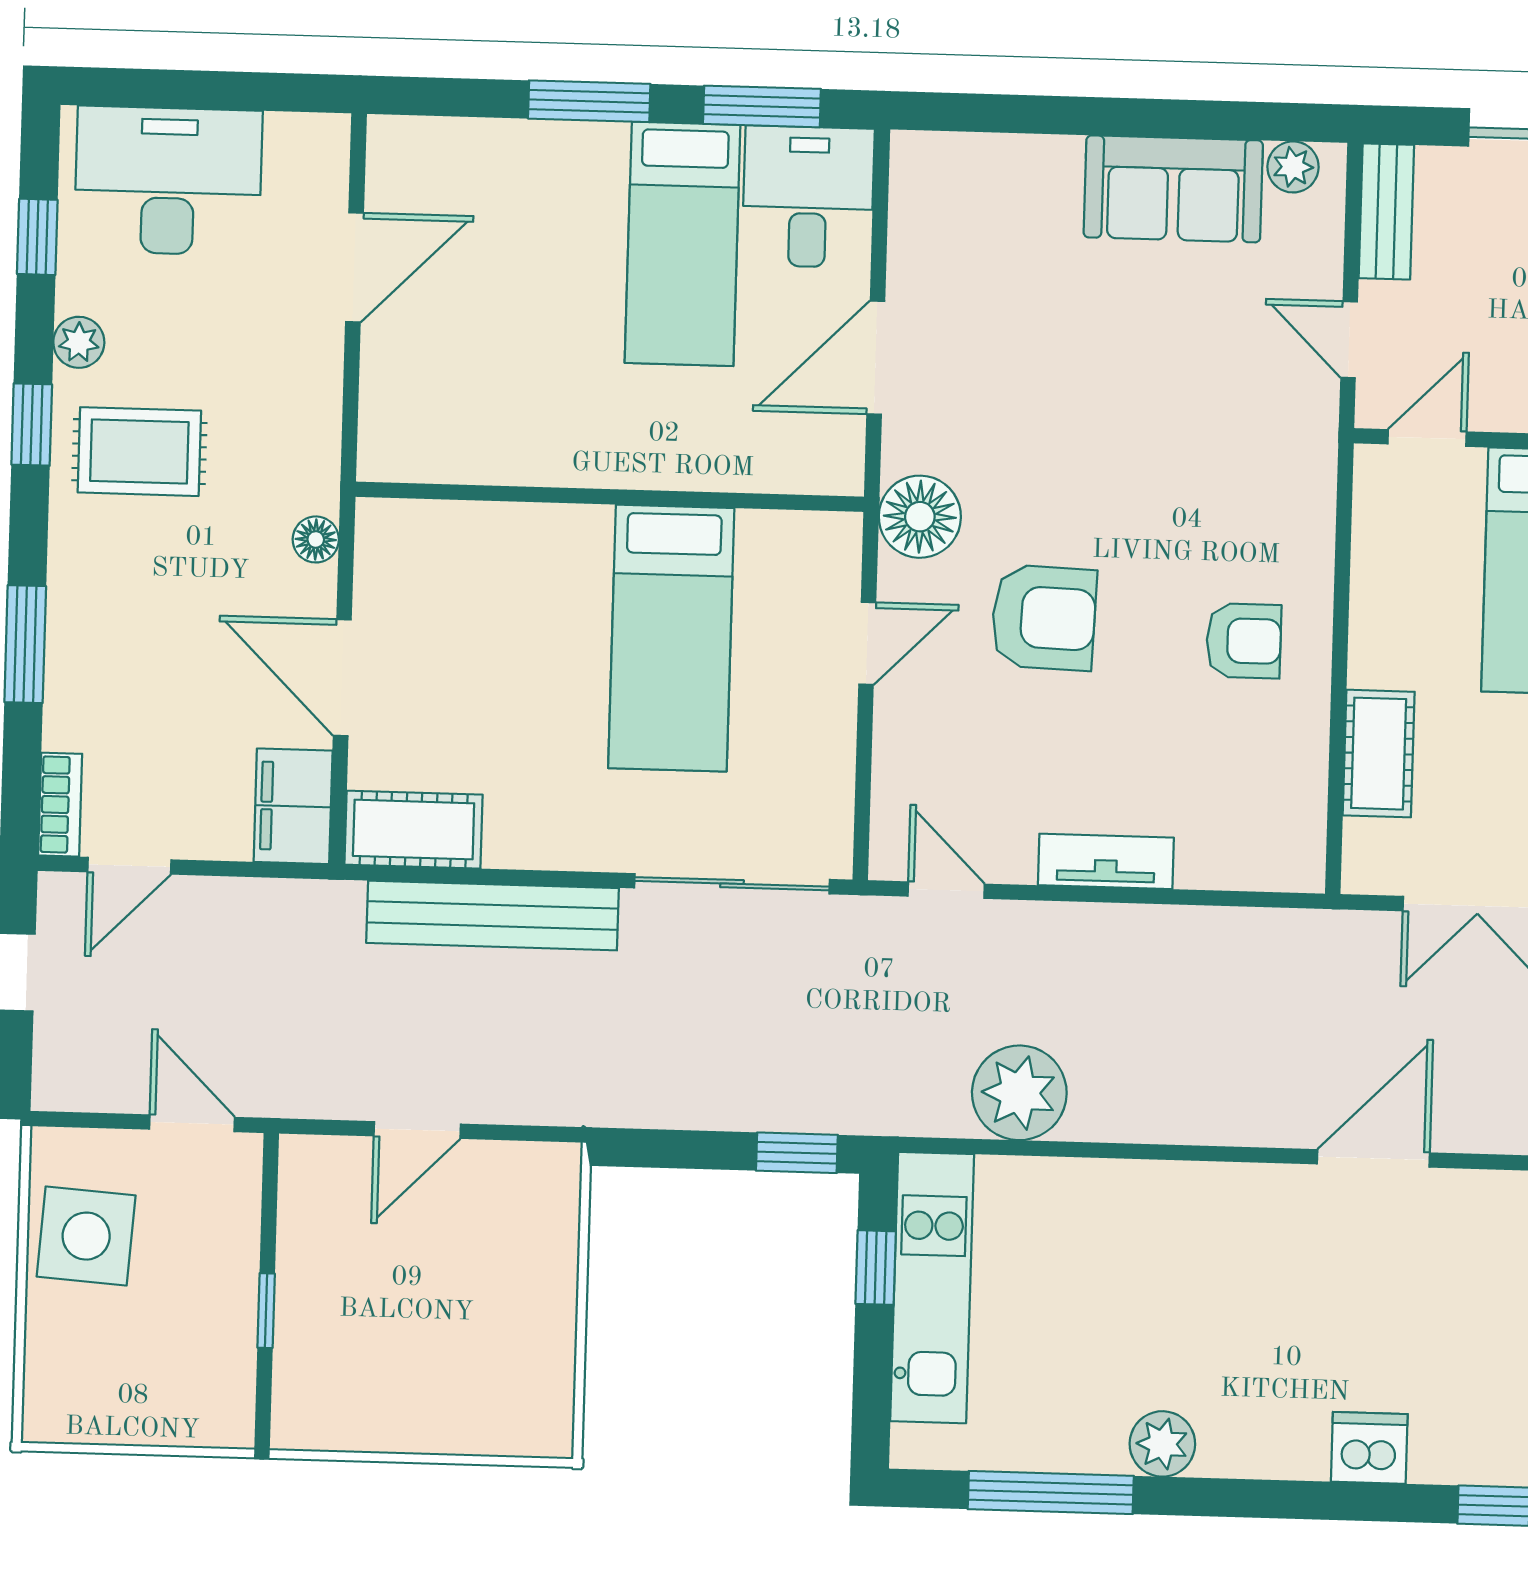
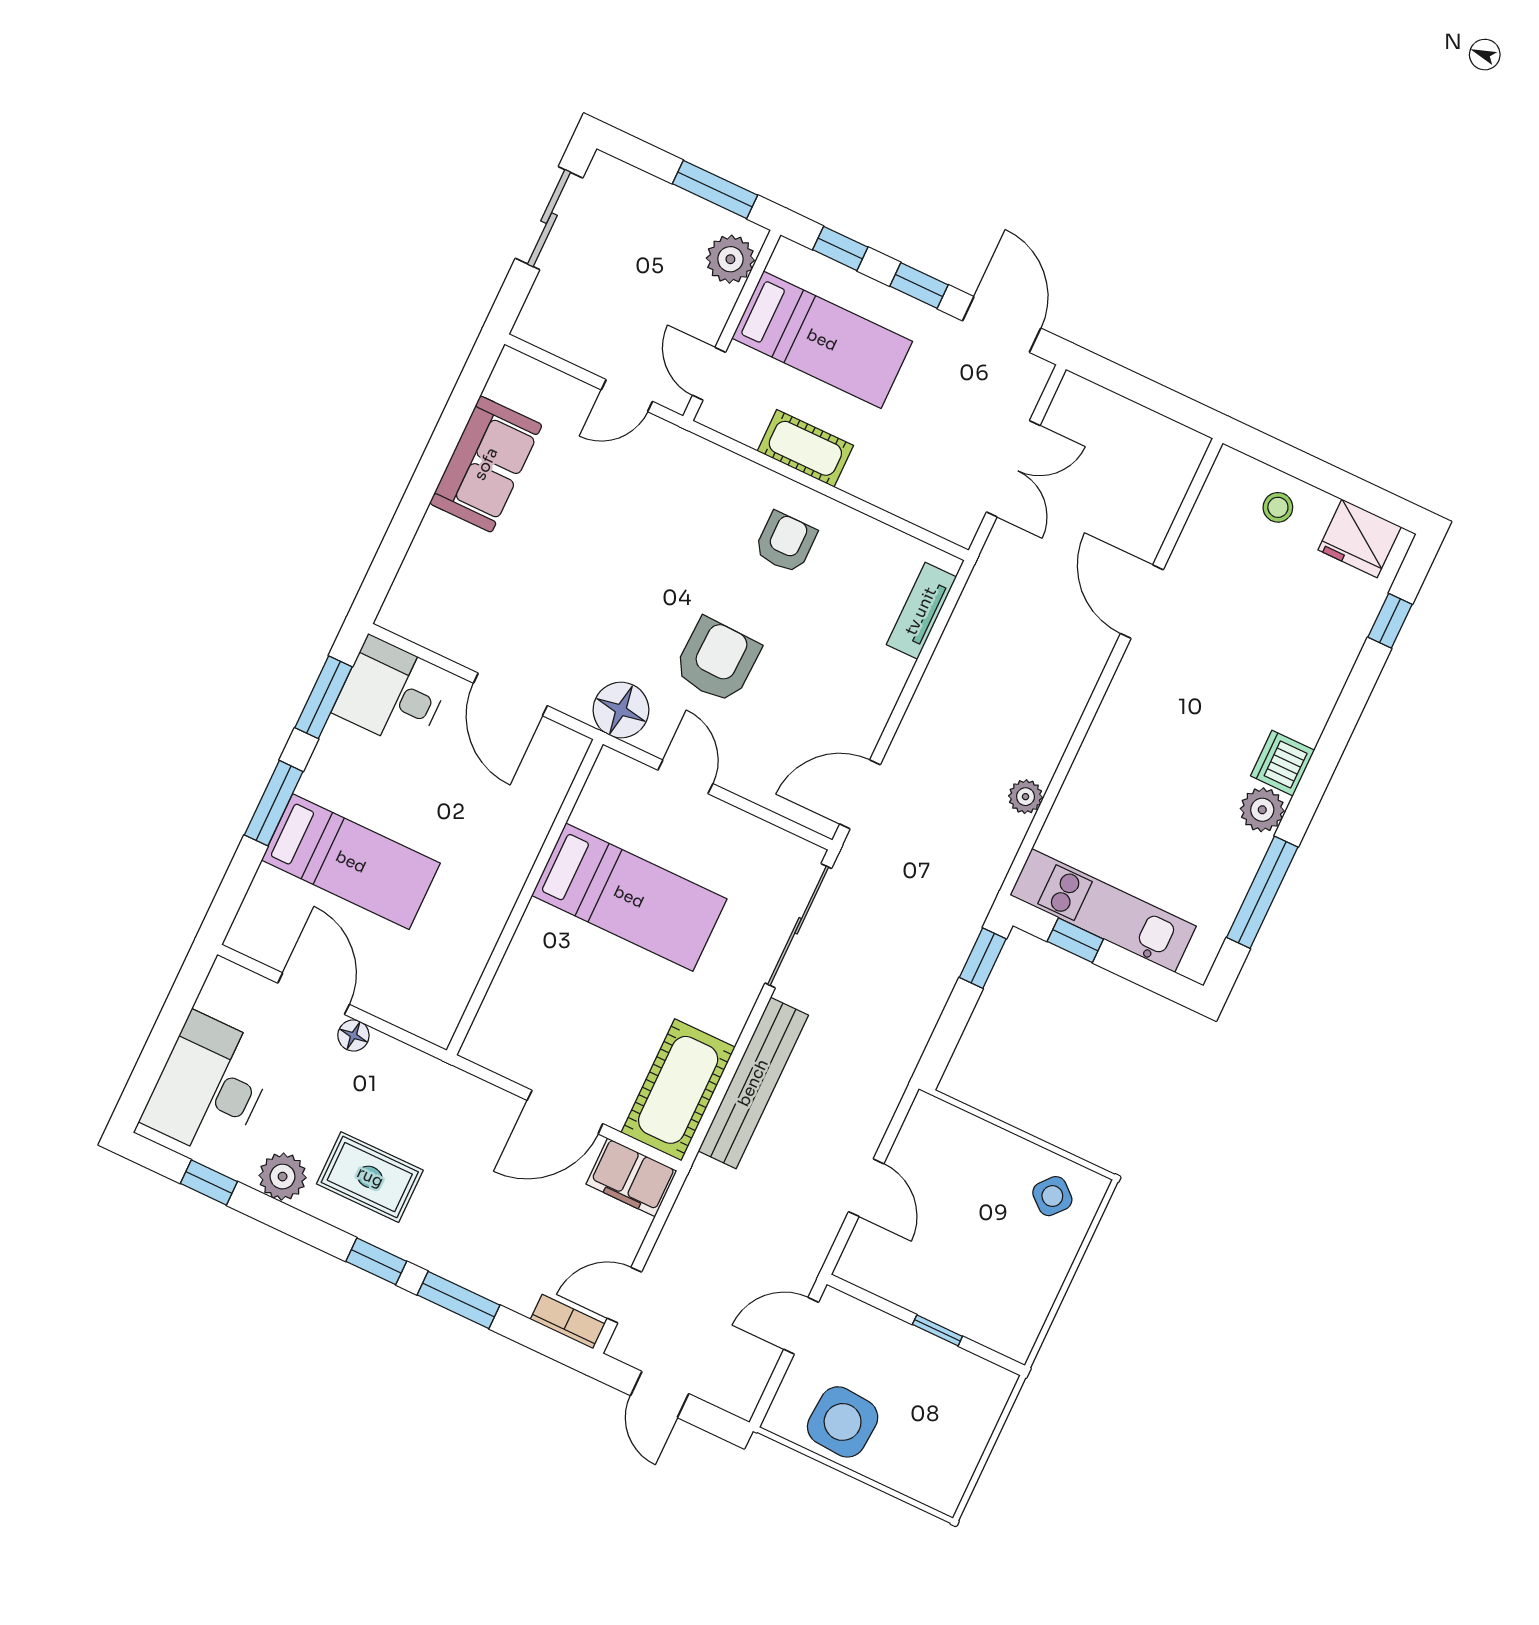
plant: (1293, 167) -> (505, 384), removed
bench: (1386, 211) -> (557, 338), removed
bed: (683, 244) -> (351, 862), moved
plant: (79, 342) -> (283, 1177), width x1.38, depth x1.38
window: (32, 425) -> (376, 1261), moved
rug: (139, 452) -> (370, 1177), turned 90
floor lamp: (316, 539) -> (353, 1035), moved
cot: (1379, 754) -> (805, 448), moved
cot: (414, 830) -> (678, 1090), width x1.37, depth x1.34
tv unit: (1106, 861) -> (921, 611), moved
door: (129, 866) -> (624, 1295), swing flipped
door: (946, 890) -> (860, 794), width x1.38
plant: (1019, 1093) -> (1025, 797), width x0.53, depth x0.53
side table: (516, 1387) -> (1052, 1196), added
dishwasher: (1369, 1448) -> (1283, 763), moved

